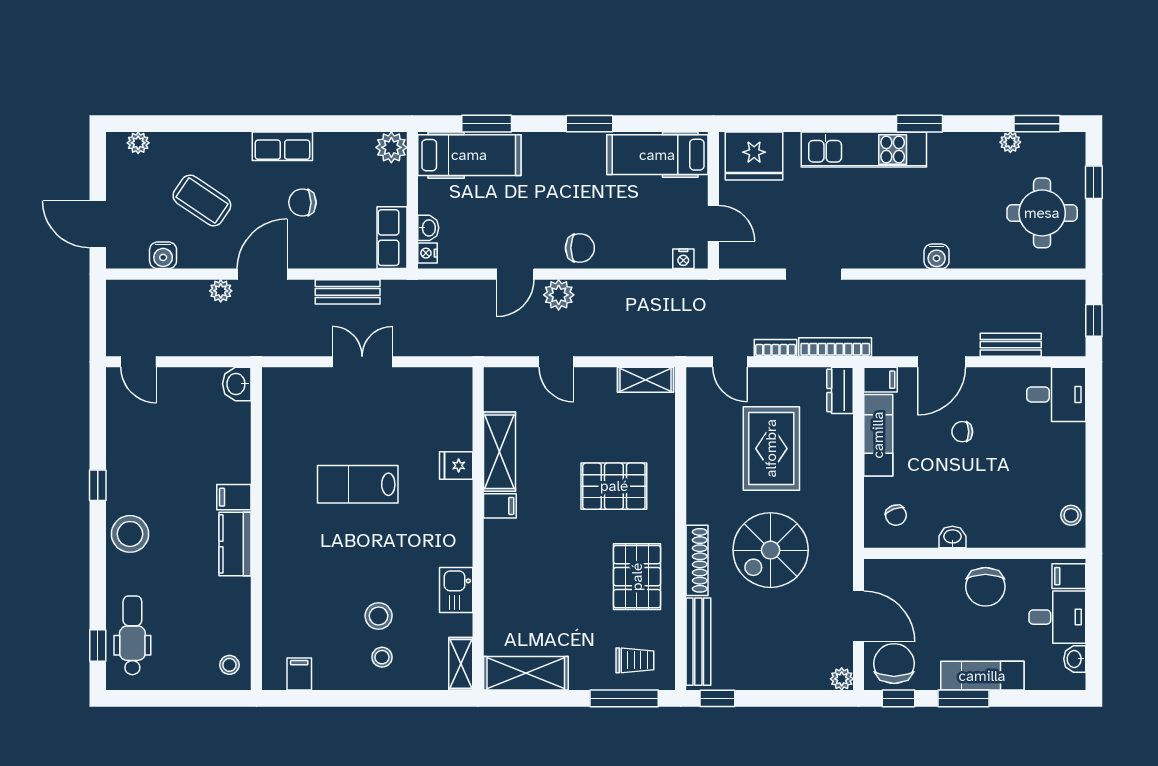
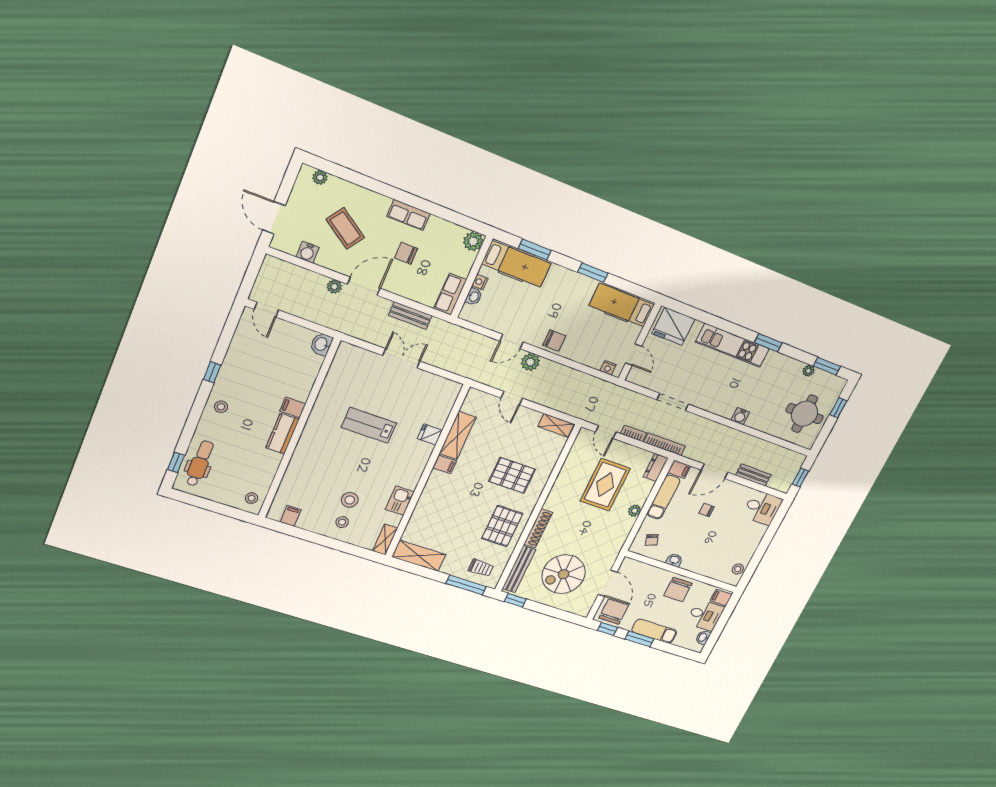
nightstand: (427, 253) -> (480, 282), moved
stool: (130, 534) -> (221, 407), width x0.53, depth x0.53
spiral stairs: (771, 550) -> (564, 574), moved
plant: (842, 679) -> (635, 511), moved

